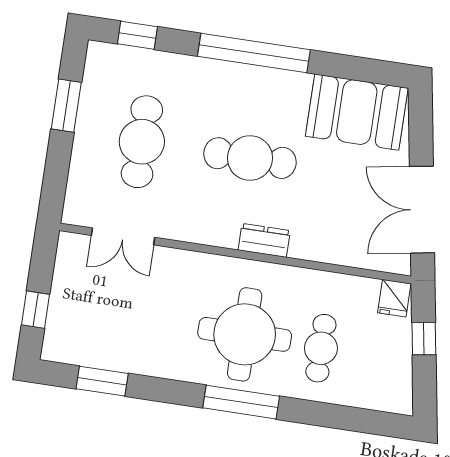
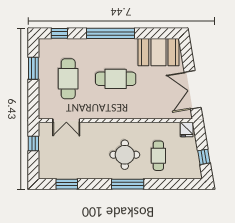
dresser: (264, 240) -> (127, 113), removed
window: (35, 310) -> (33, 144), moved
round table: (245, 334) -> (125, 155), width x0.73, depth x0.73
window: (424, 339) -> (204, 157), moved

